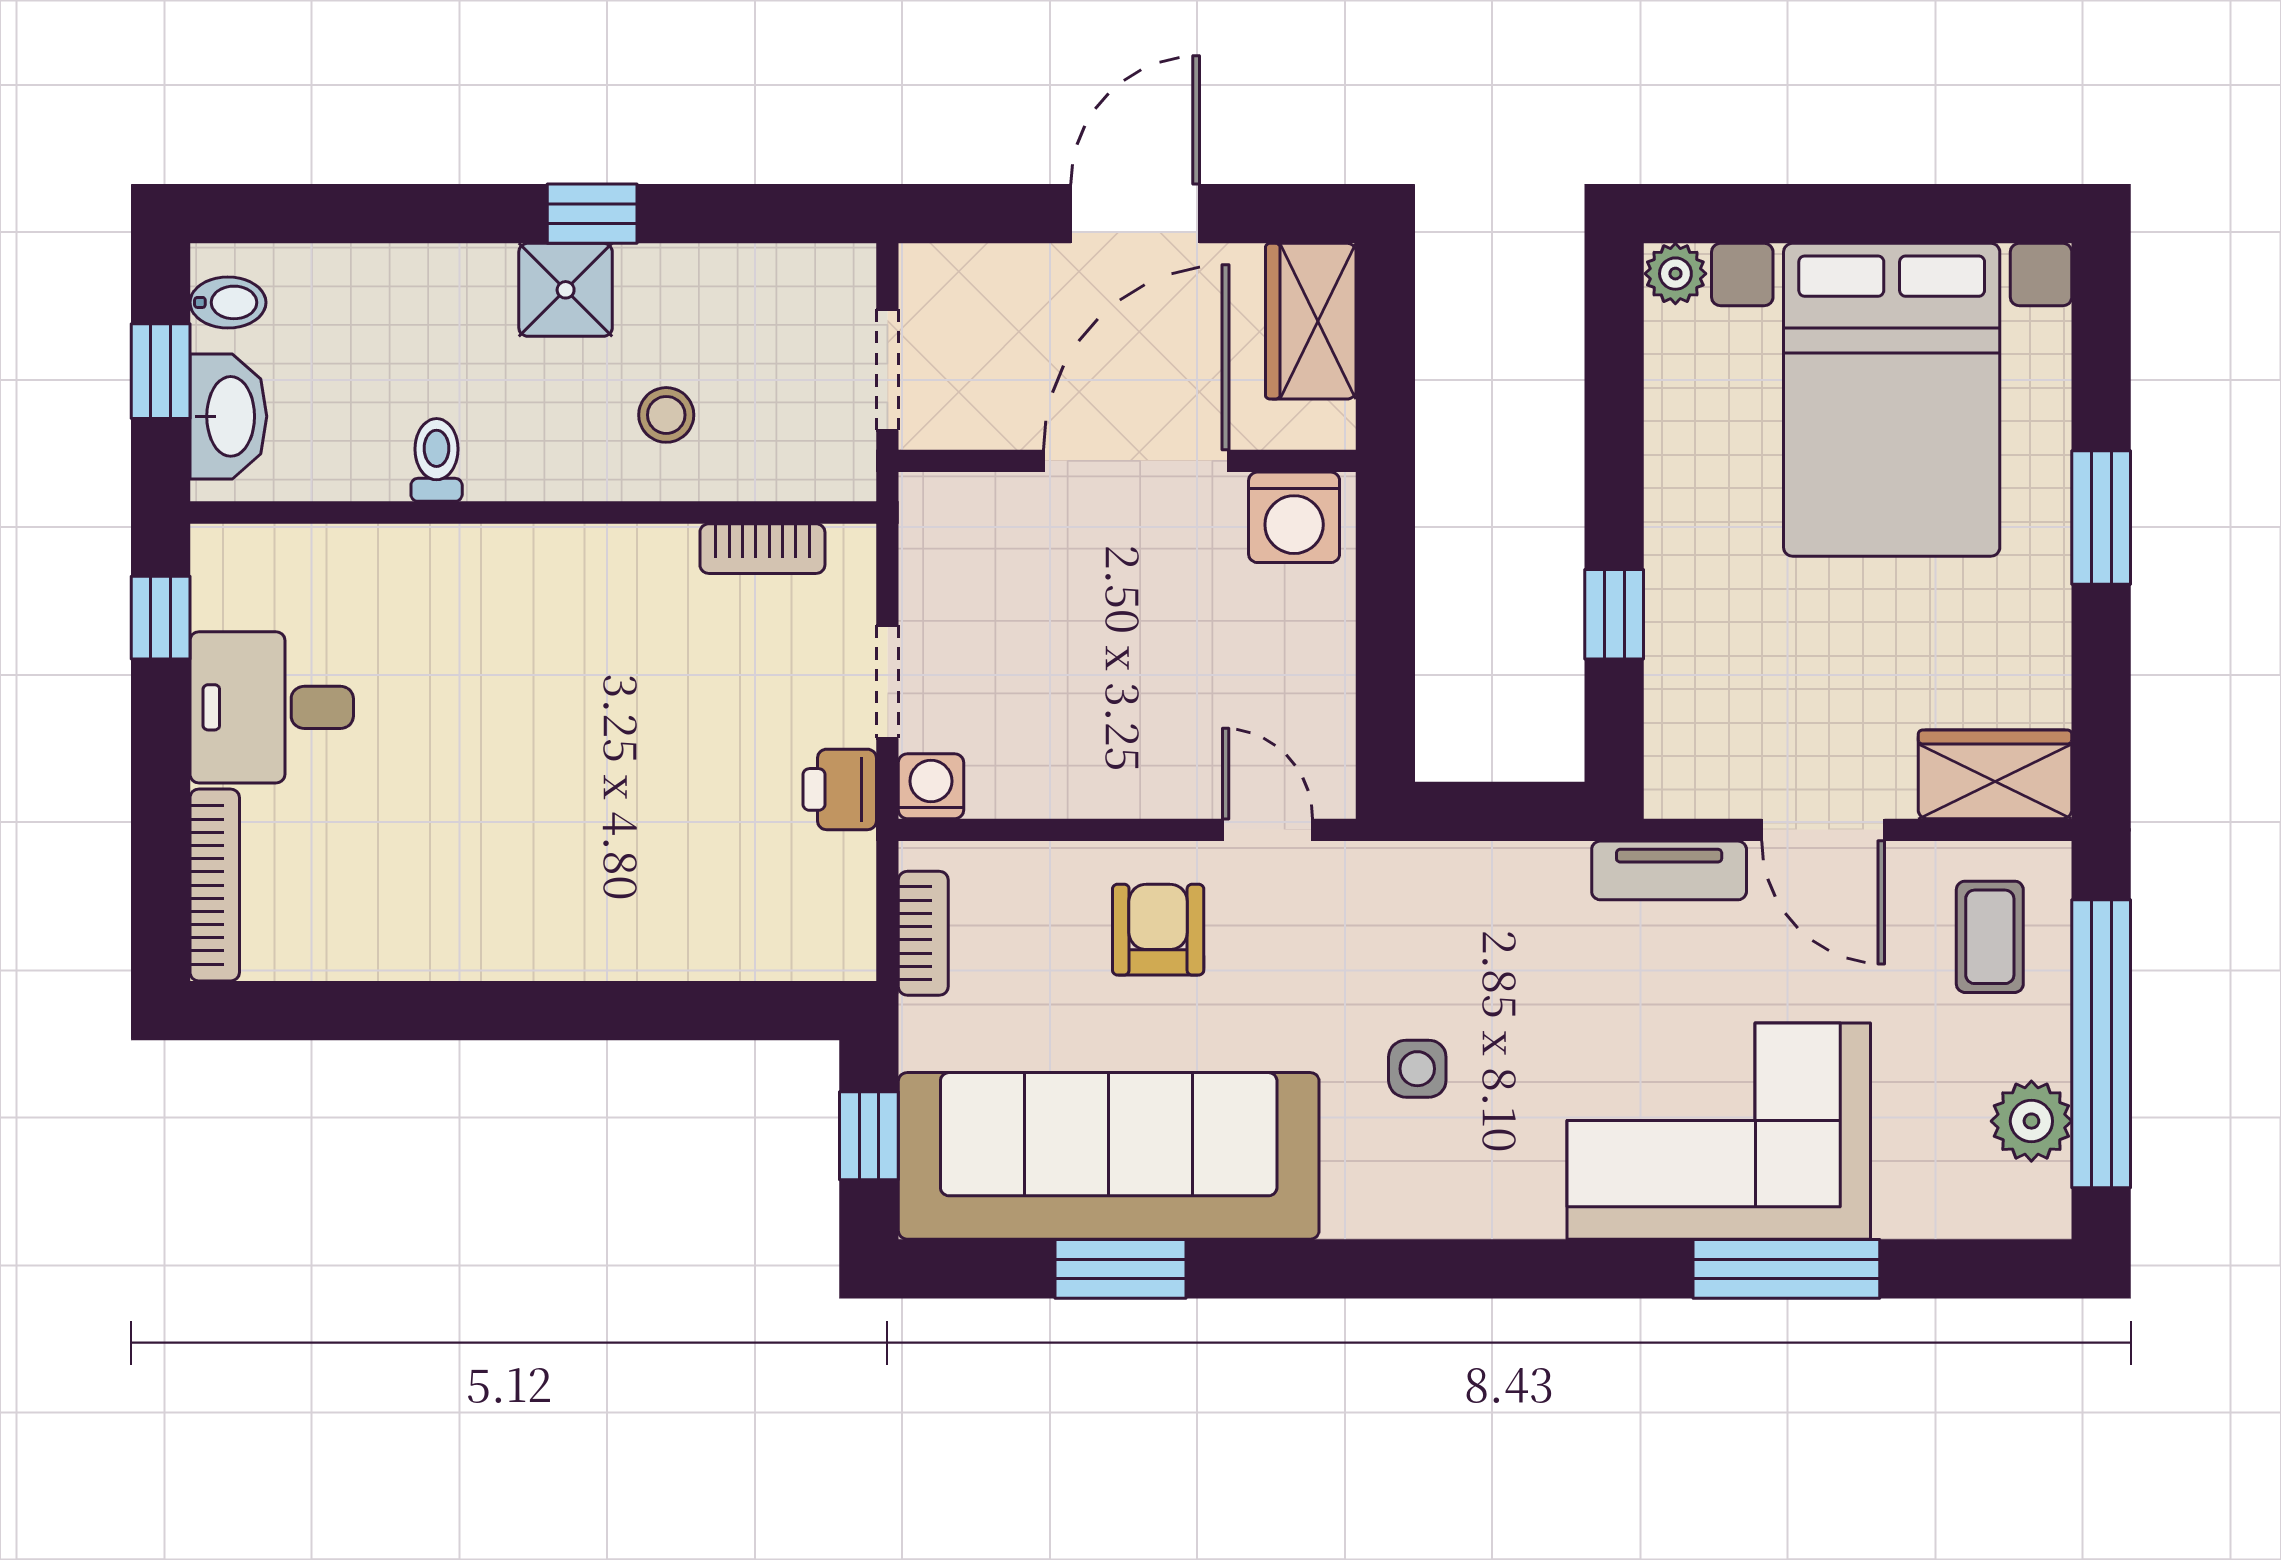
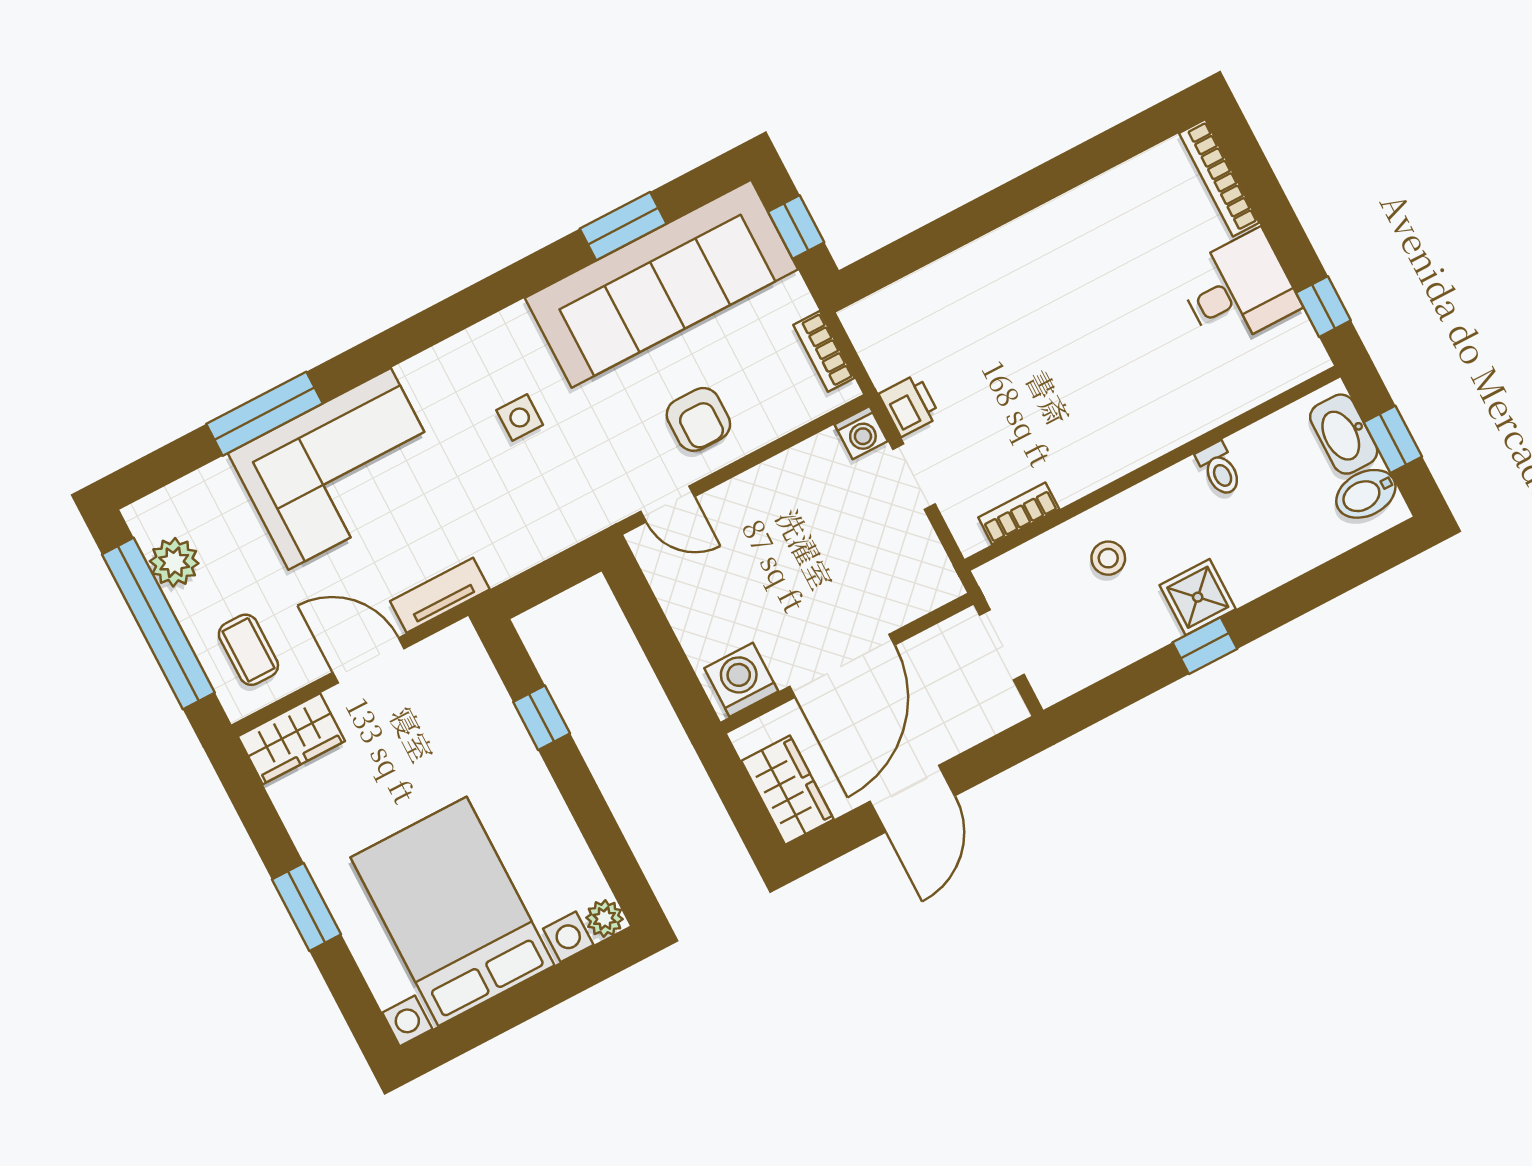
bidet: (228, 302) -> (1366, 494), width x1.38, depth x1.36

